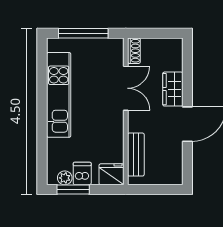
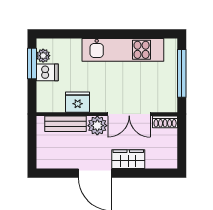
plant: (138, 121) -> (97, 126), added
fridge: (112, 174) -> (78, 102), moved, turned -90

